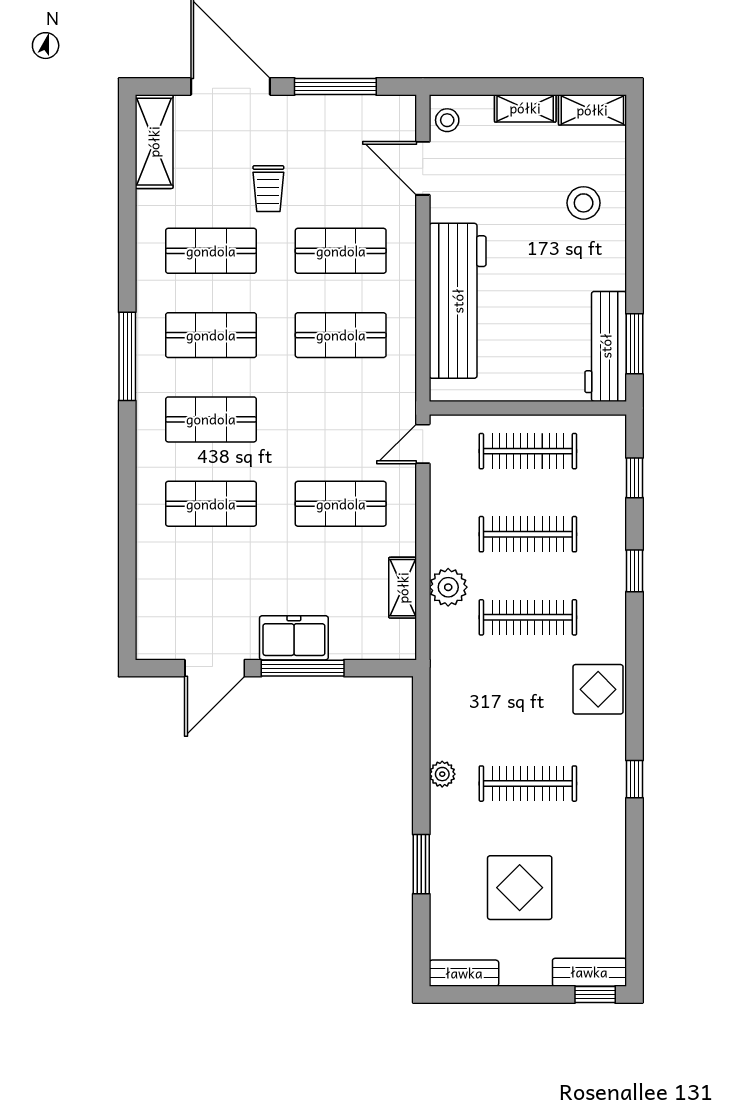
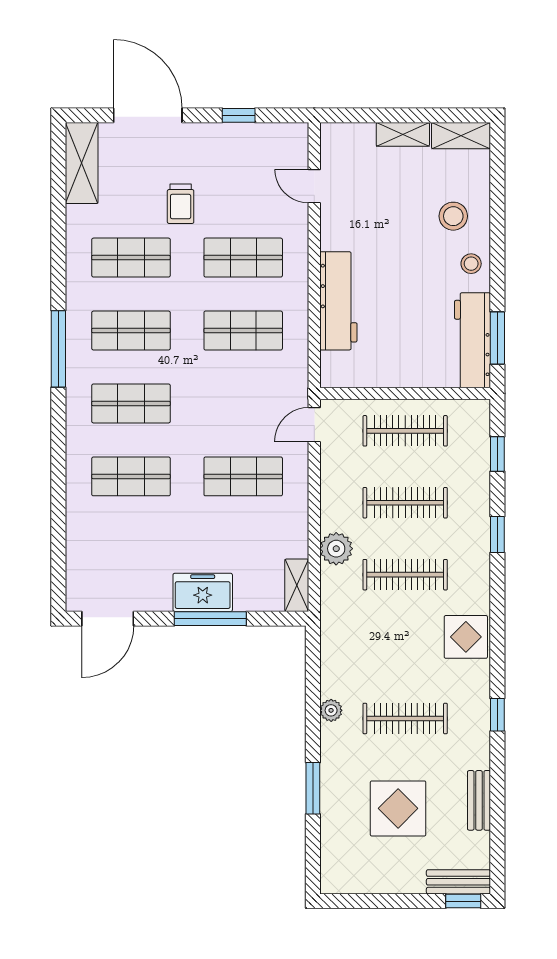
window: (335, 86) -> (239, 115), width x0.46
stool: (447, 120) -> (471, 264), moved
door: (423, 168) -> (314, 186), width x0.73
workbench: (458, 301) -> (338, 301), width x0.73, depth x0.76
shelving: (403, 588) -> (297, 585), moved
door: (215, 668) -> (108, 619), moved
bench: (464, 973) -> (479, 800), moved, turned 90

